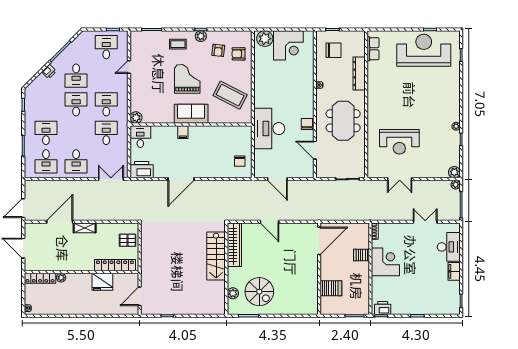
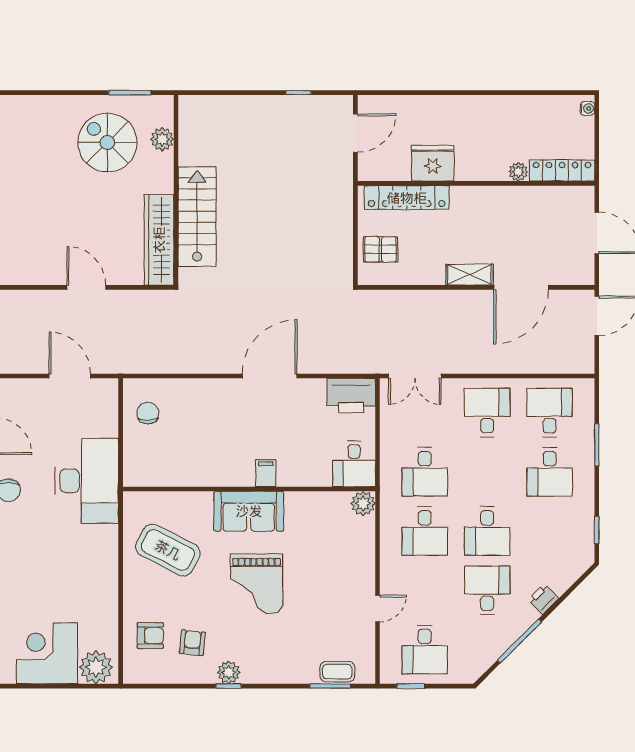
coffee table: (178, 44) -> (337, 672), moved

